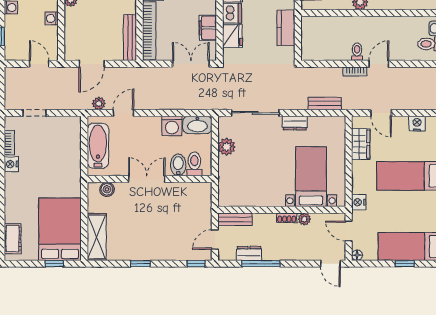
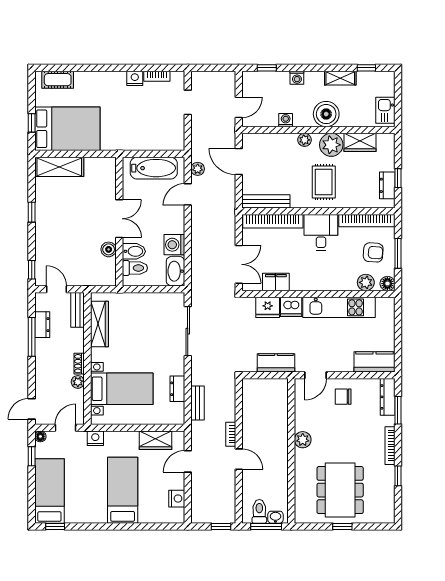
toilet: (357, 52) -> (251, 436), removed
door: (123, 113) -> (188, 194), swing flipped
dresser: (295, 123) -> (177, 389), moved
plant: (227, 147) -> (153, 301), removed
boiler: (107, 189) -> (109, 249), moved
wardrobe: (248, 198) -> (99, 324), added
window: (405, 264) -> (32, 456), moved

